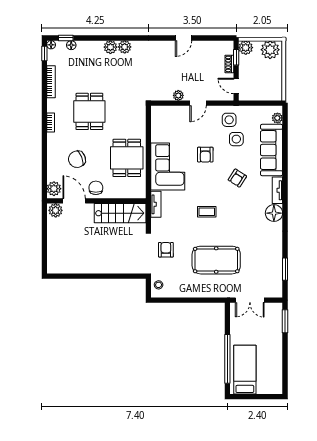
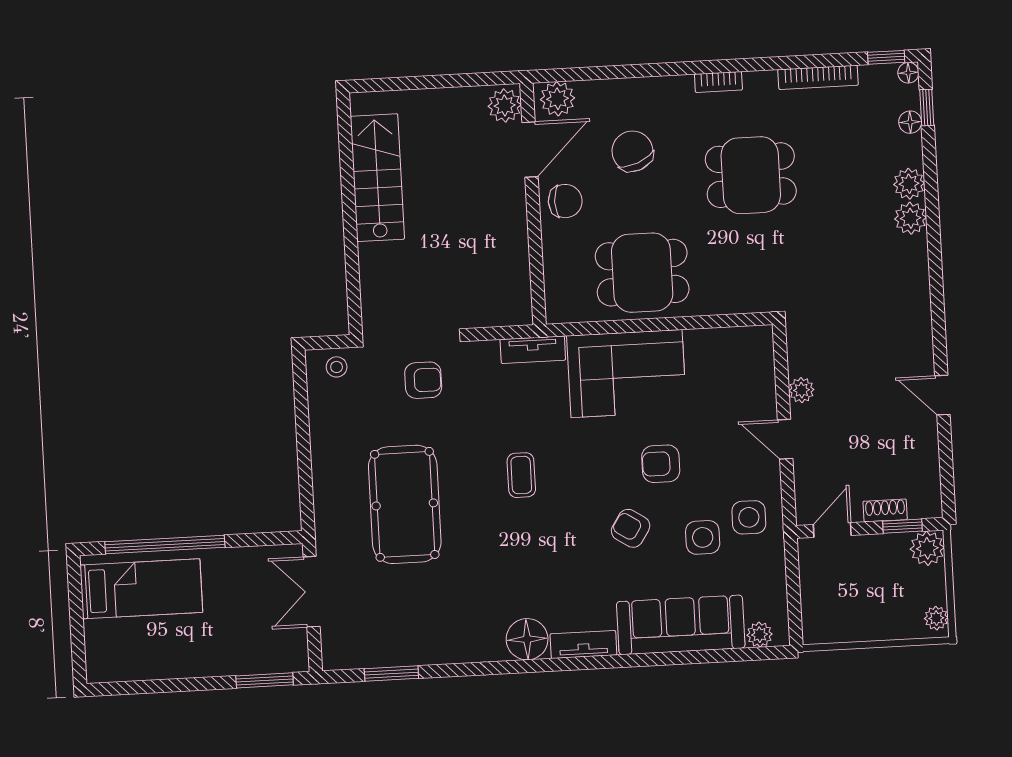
plant: (125, 47) -> (909, 184), moved
plant: (270, 50) -> (936, 618), width x0.53, depth x0.53
armchair: (237, 178) -> (631, 528), moved
stairs: (120, 213) -> (377, 178), moved, turned 180

